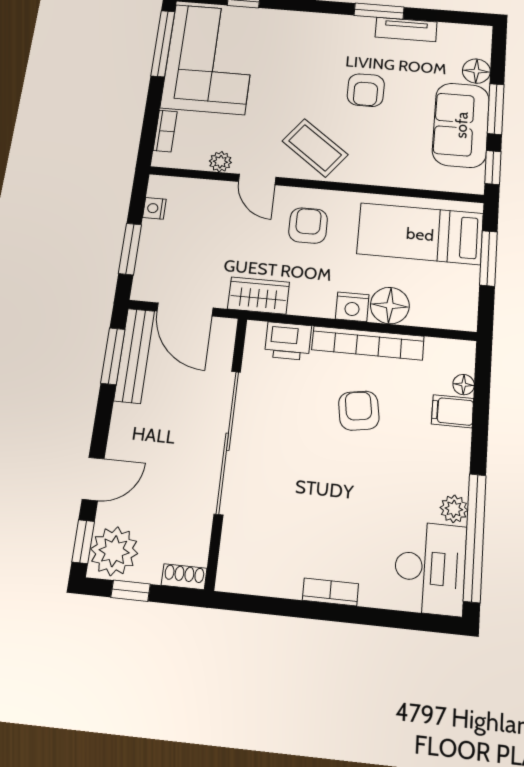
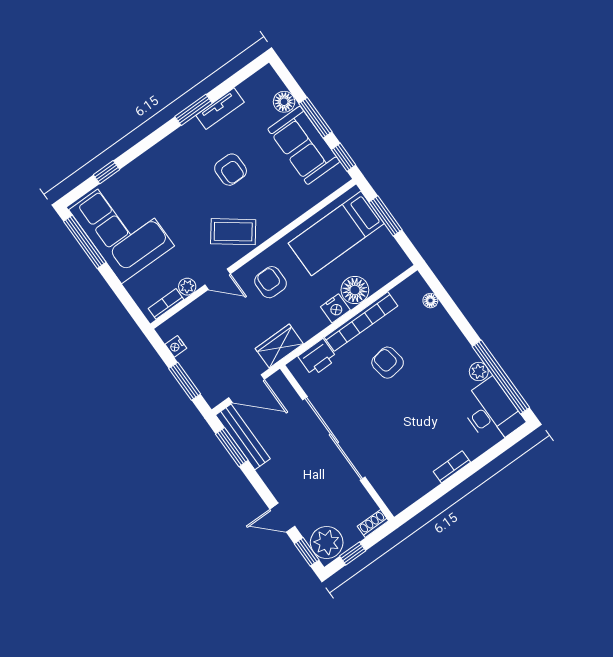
bookcase: (165, 131) -> (166, 304), moved, turned -90
filing cabinet: (453, 411) -> (436, 320), removed
door: (93, 479) -> (282, 518), swing flipped

